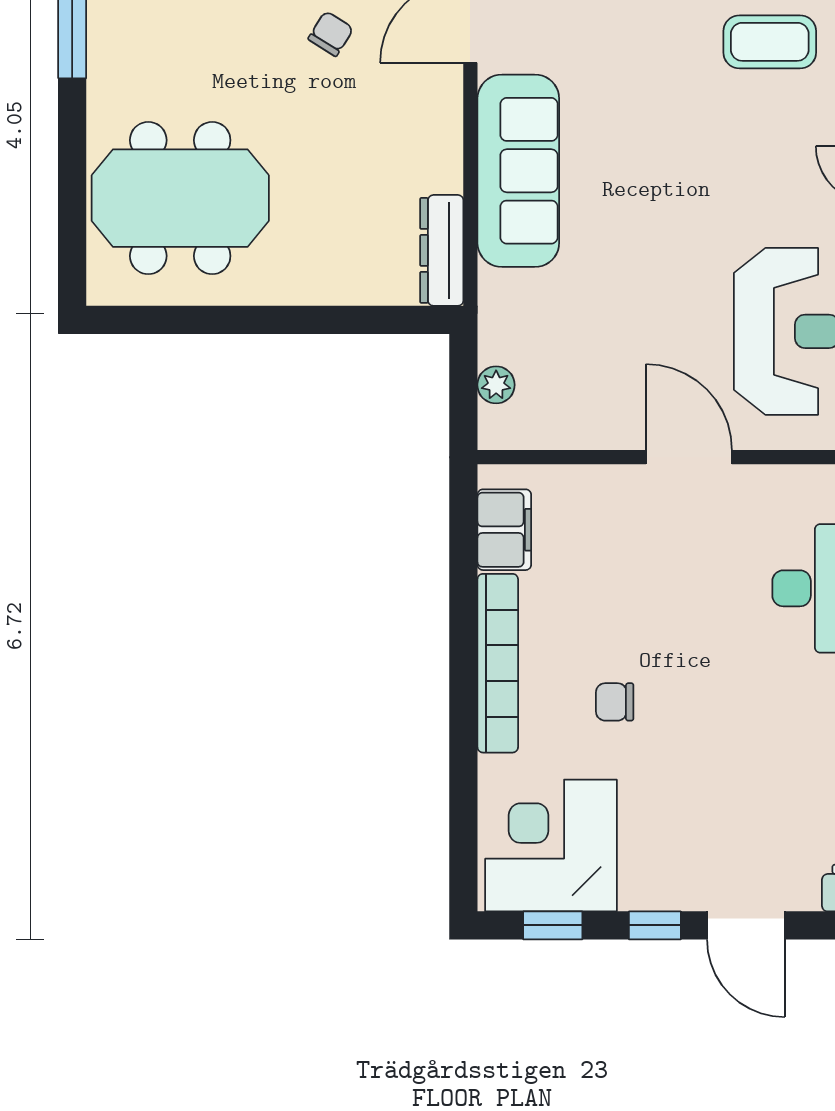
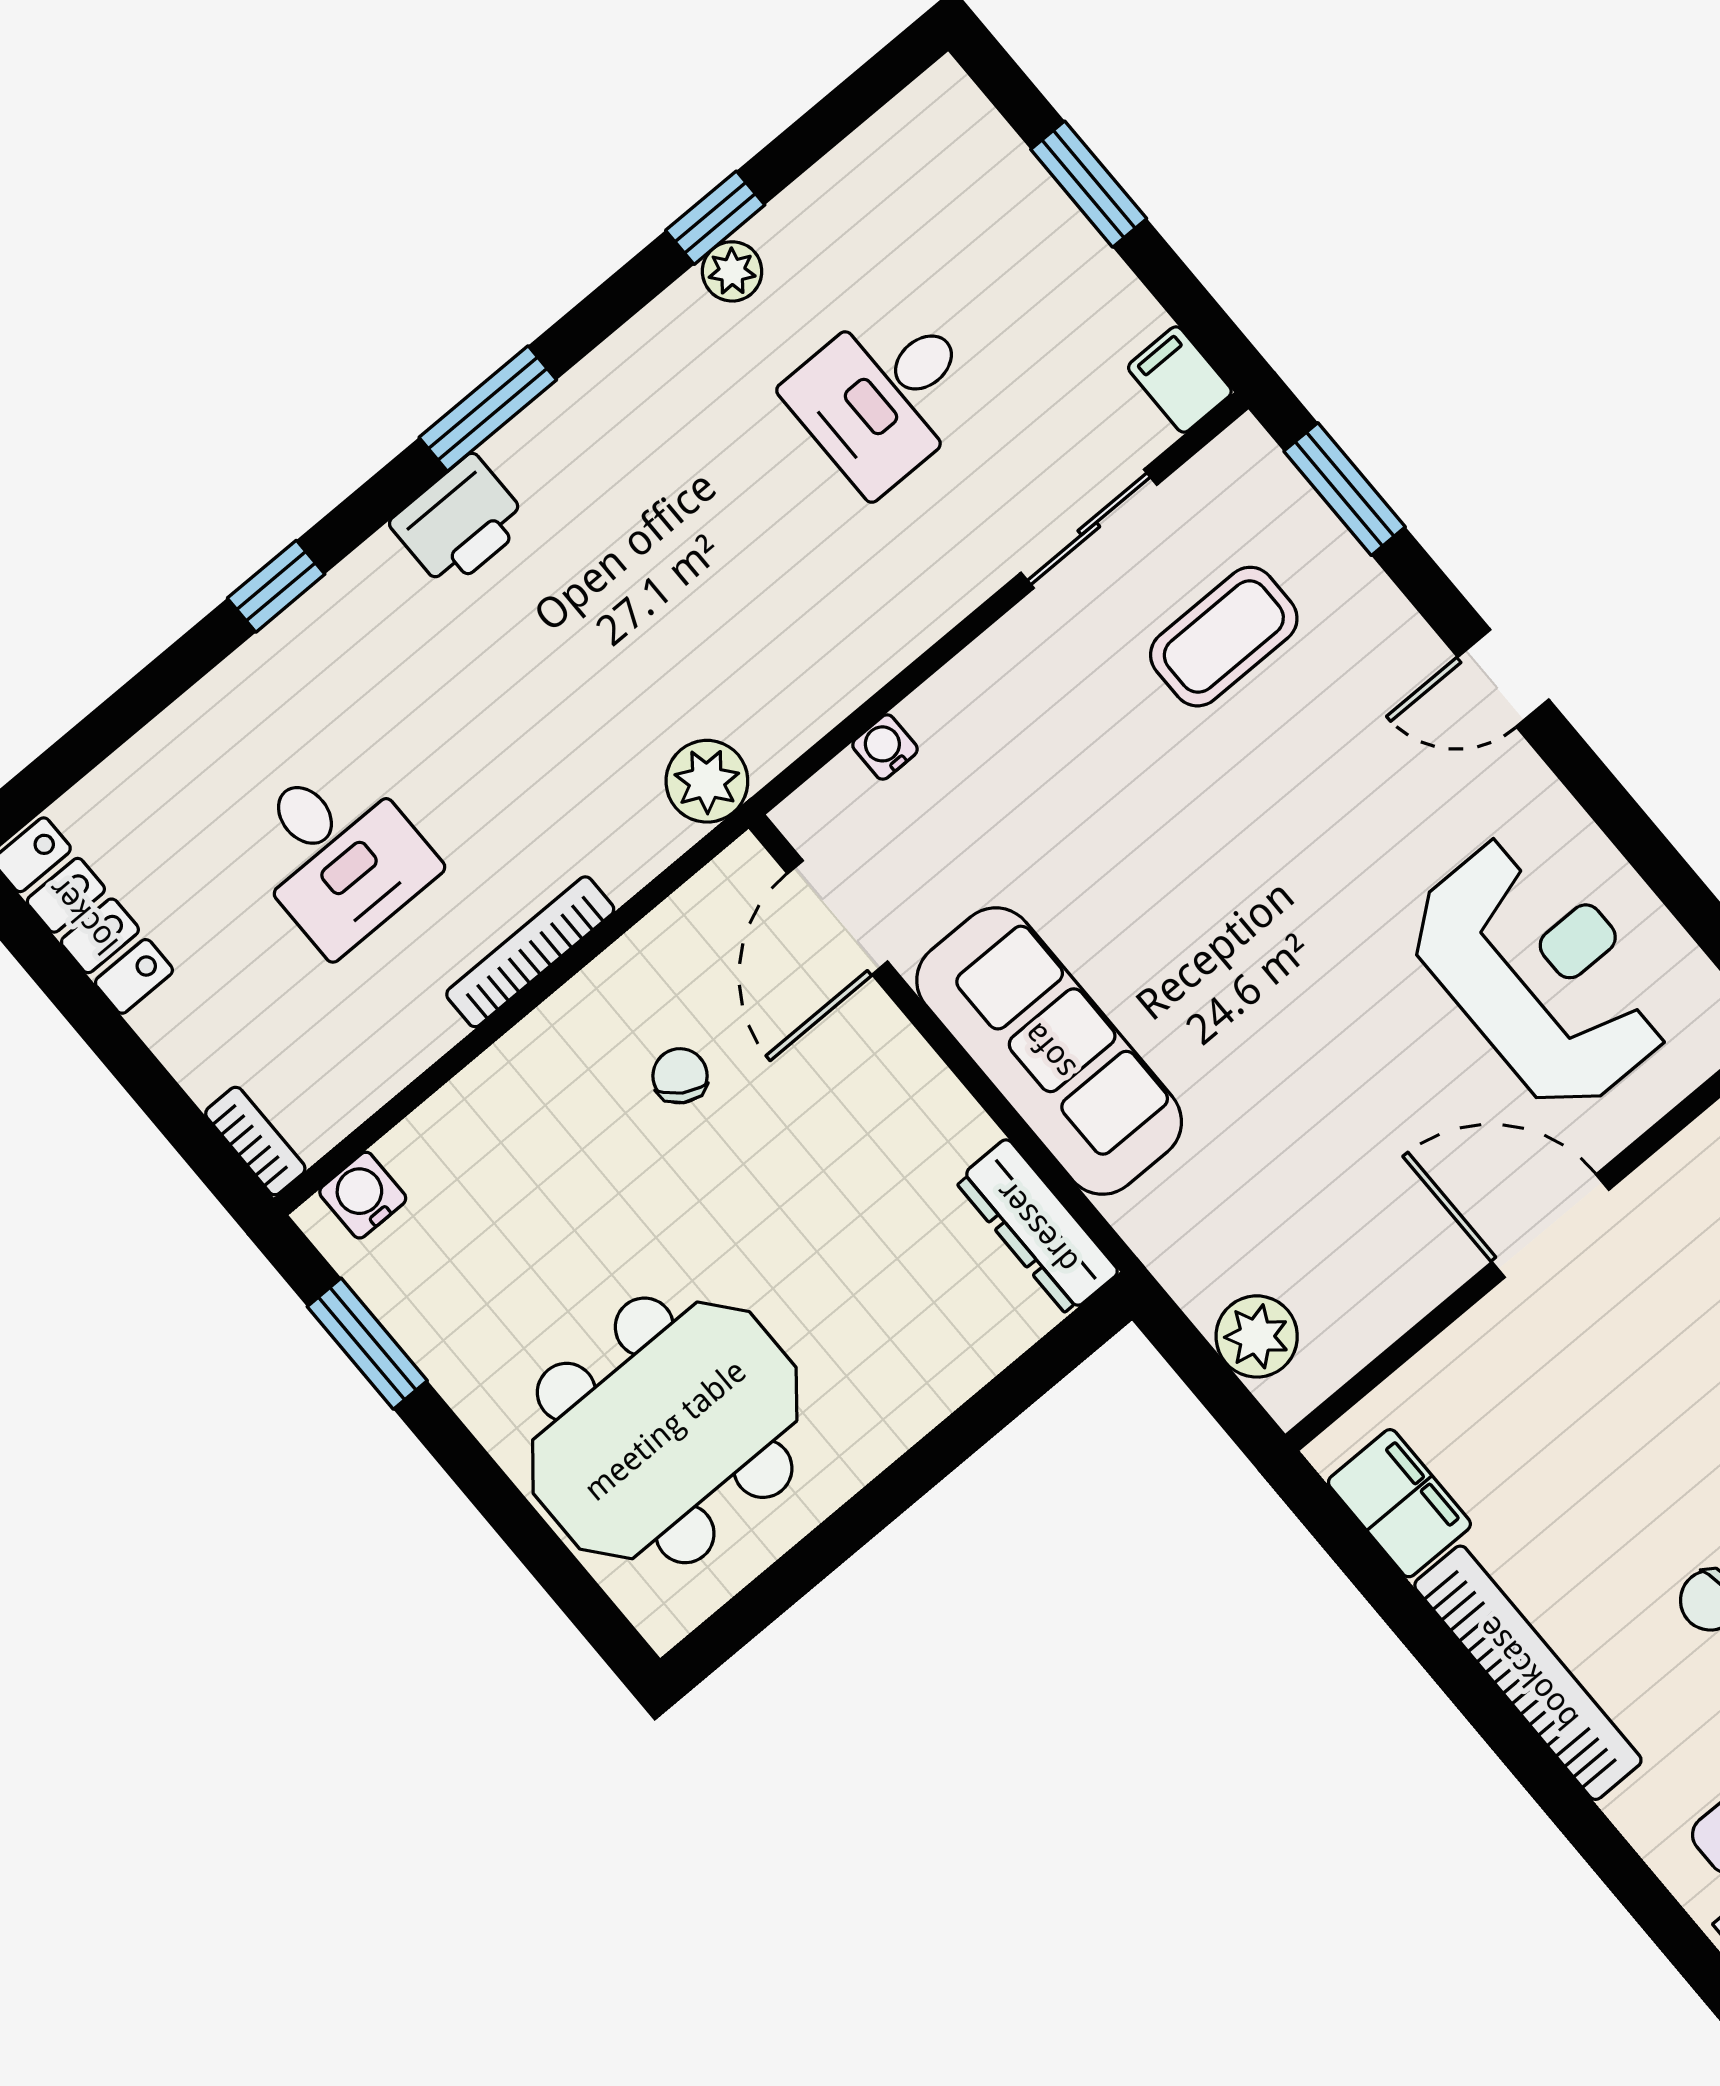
plant: (496, 385) -> (1257, 1336), width x1.38, depth x1.38

